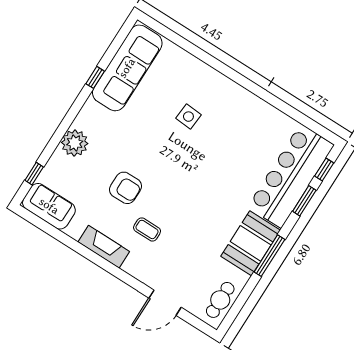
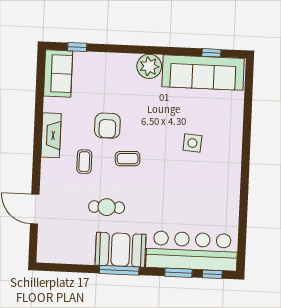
window: (95, 77) -> (211, 53), moved
plant: (75, 143) -> (149, 66), moved
coffee table: (168, 187) -> (128, 159), added
cafe table: (220, 300) -> (107, 207), moved

